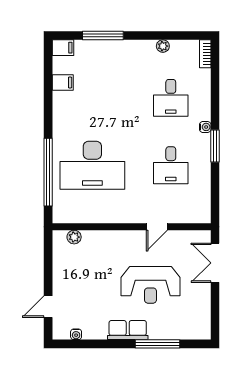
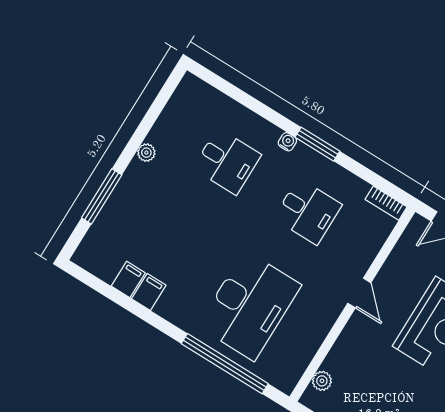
plant: (163, 46) -> (146, 153), moved
filing cabinet: (63, 48) -> (149, 292), moved
bookcase: (205, 54) -> (386, 203), moved
door: (157, 227) -> (359, 293), moved

